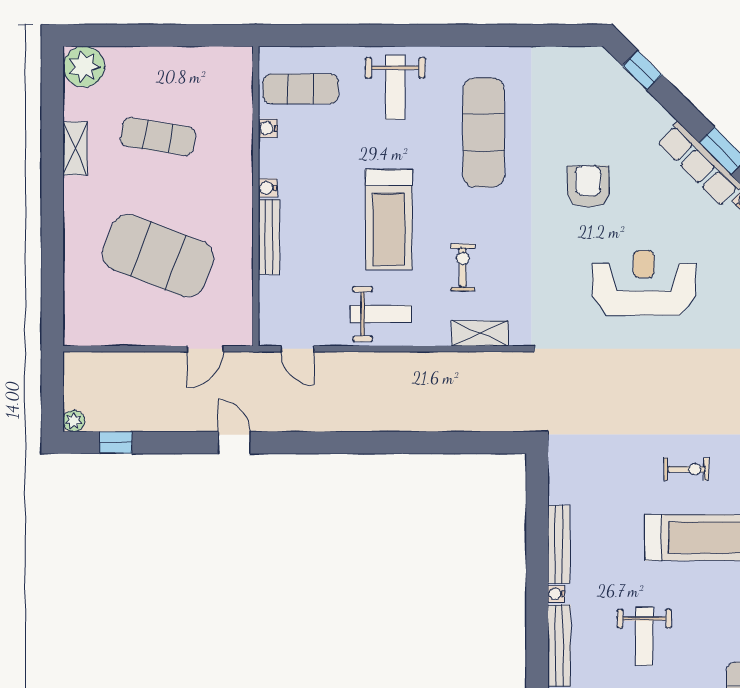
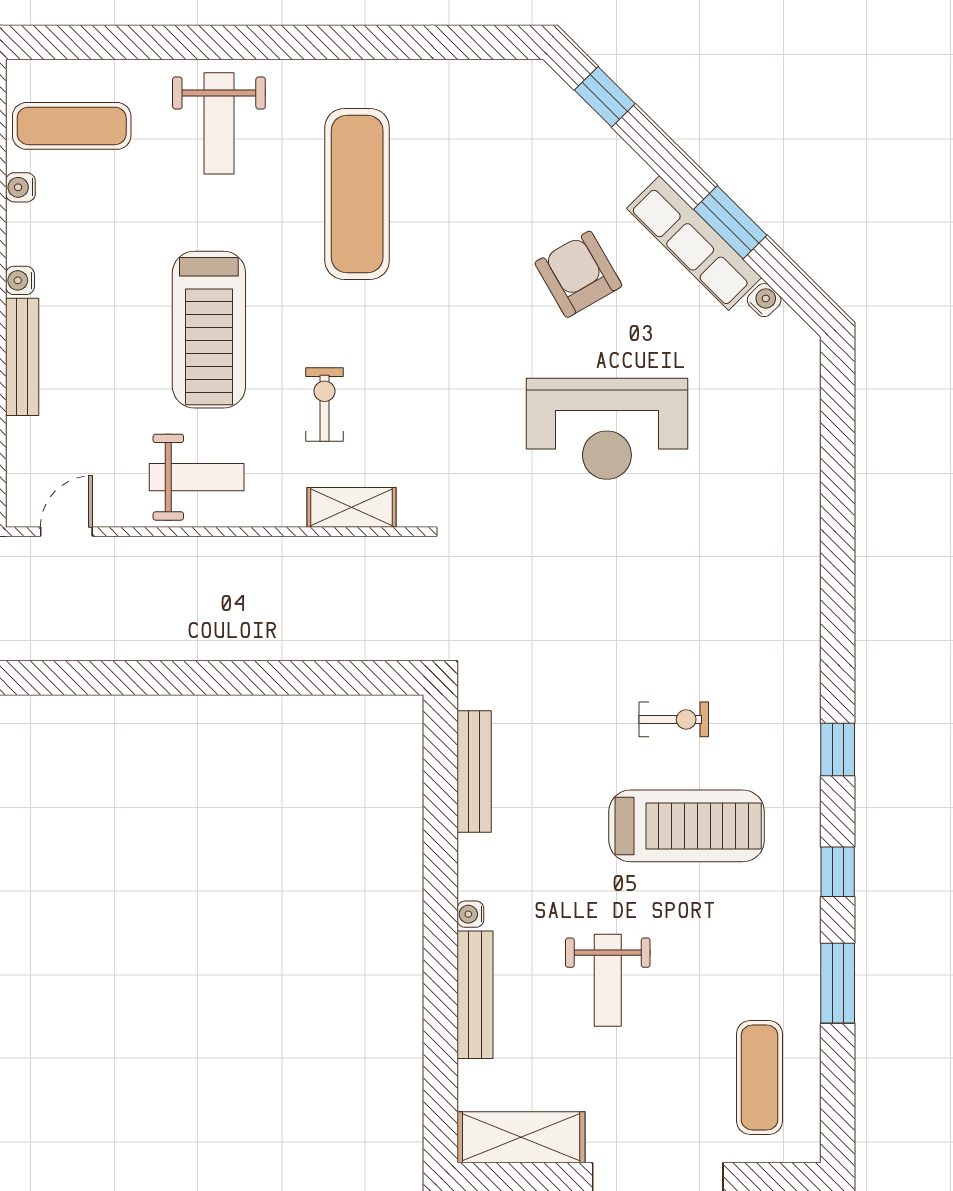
armchair: (588, 186) -> (578, 274), moved, turned -30
reception desk: (644, 283) -> (607, 429), turned 180
door: (297, 349) -> (66, 532), swing flipped
bench: (559, 544) -> (474, 772), moved

